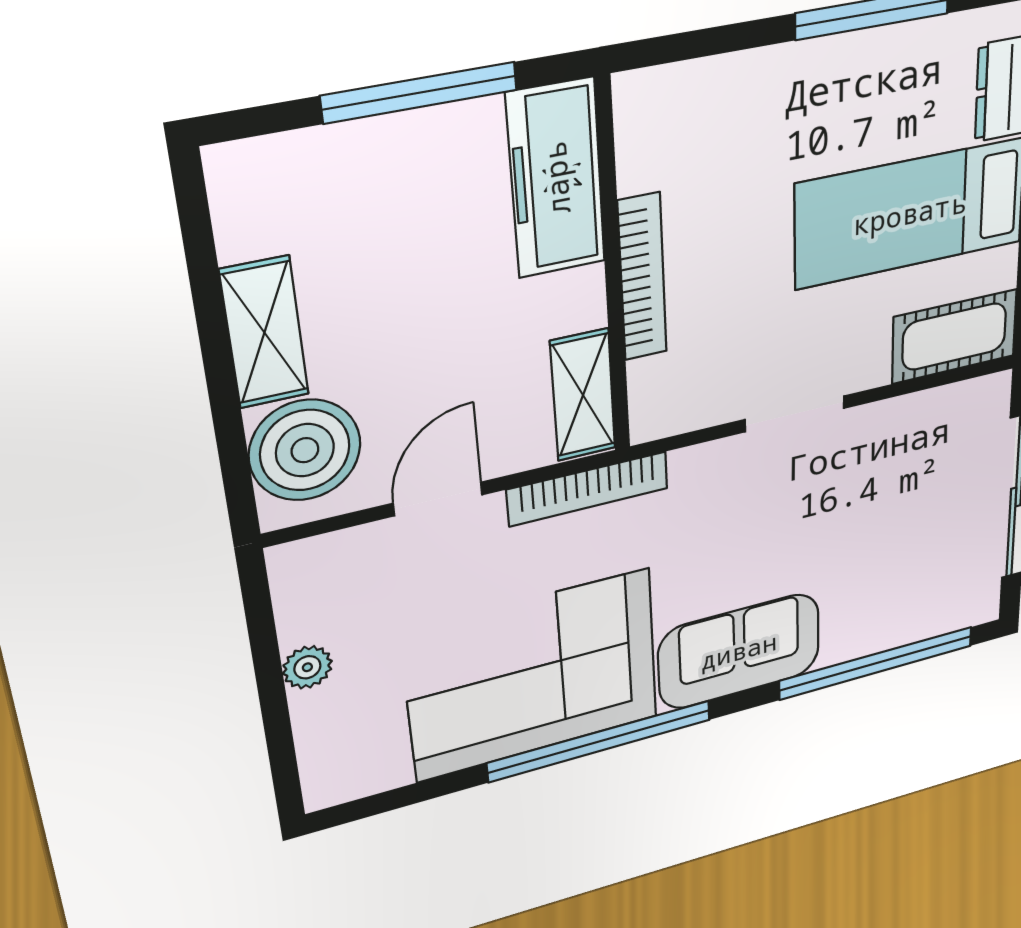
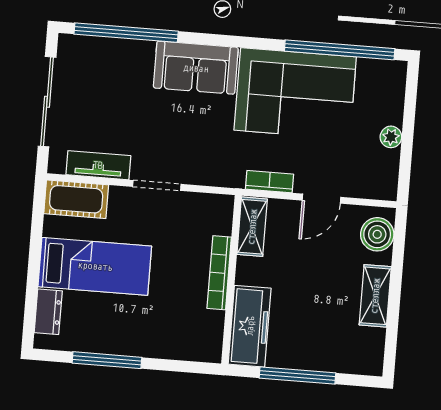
tv unit: (914, 415) -> (98, 165), added
boiler: (305, 450) -> (377, 234), width x0.73, depth x0.73
bookcase: (588, 489) -> (269, 182), width x0.64
window: (600, 741) -> (340, 50), moved

